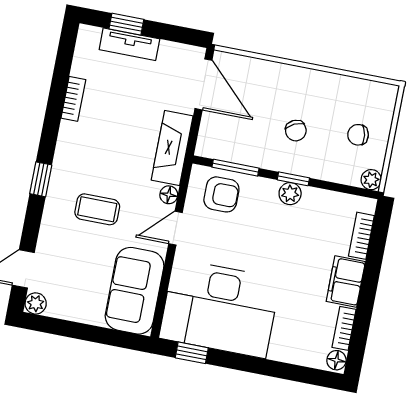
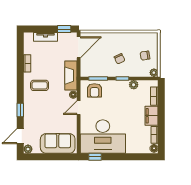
window: (126, 24) -> (64, 29), moved
door: (203, 84) -> (79, 47), hinge flipped
window: (41, 179) -> (20, 110), moved
armchair: (221, 194) -> (94, 90), turned 90
plant: (290, 194) -> (134, 85), moved
coffee table: (97, 209) -> (40, 85), moved
sofa: (135, 291) -> (58, 143), moved, turned 90

